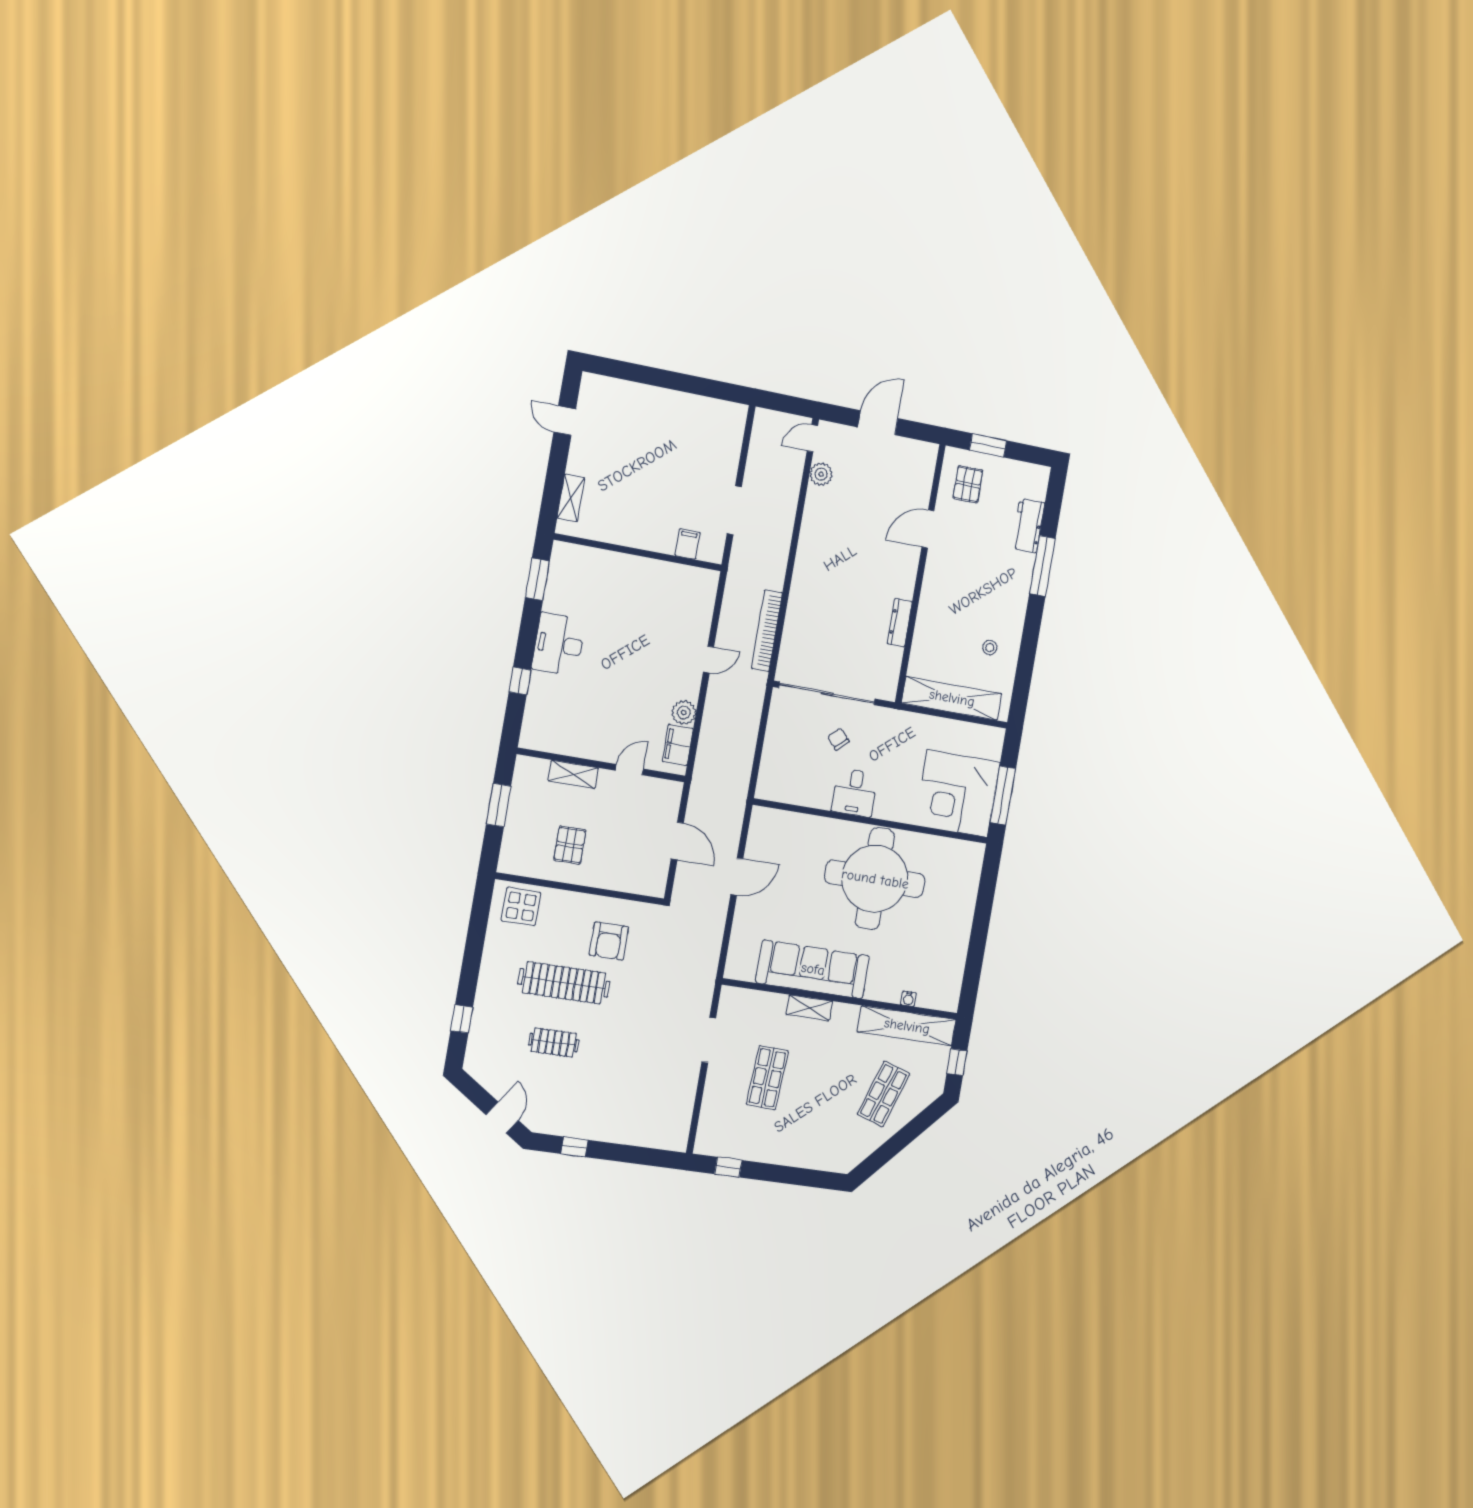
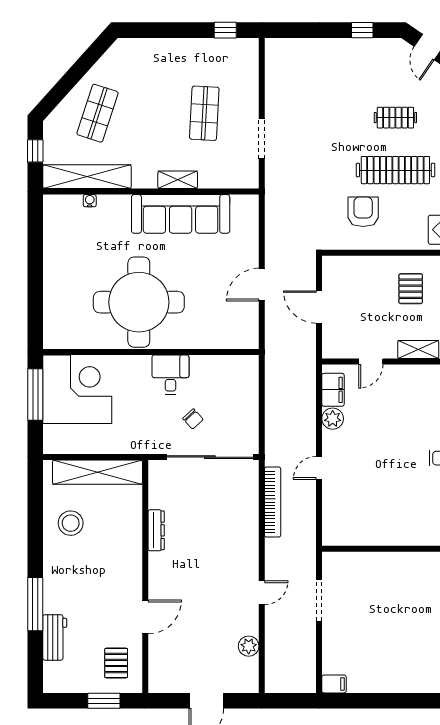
door: (812, 438) -> (262, 593), moved
filing cabinet: (688, 544) -> (334, 684), moved, turned -90
stool: (990, 648) -> (71, 523), width x1.89, depth x1.89

